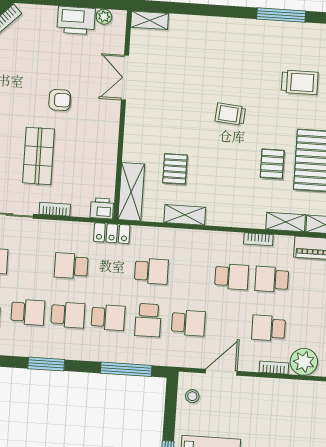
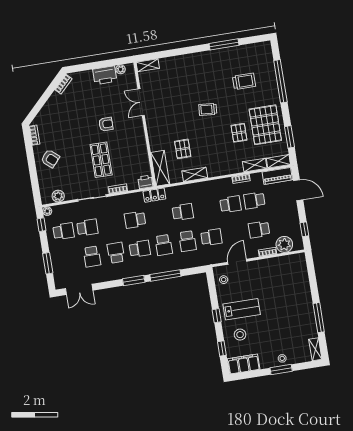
school desk: (28, 312) -> (116, 253), turned -90
school desk: (108, 318) -> (164, 245), turned 90
window: (126, 369) -> (165, 275), moved

